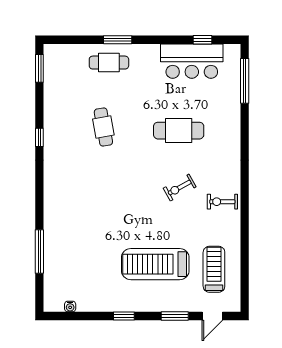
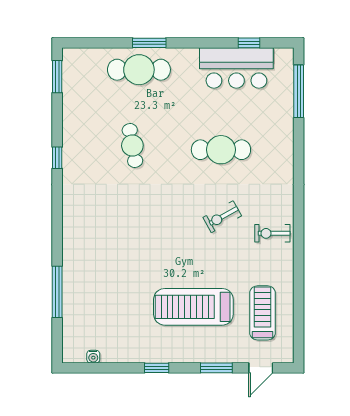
cafe table: (109, 63) -> (139, 70), width x1.37, depth x1.35

